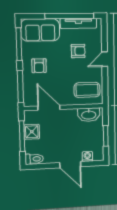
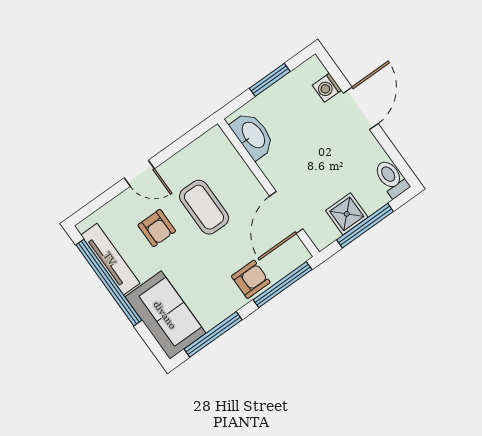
armchair: (78, 51) -> (157, 228), turned 180
armchair: (39, 66) -> (251, 279), moved
coffee table: (87, 90) -> (204, 207), moved

